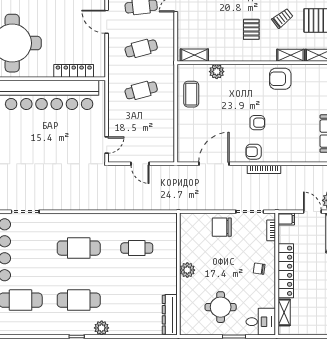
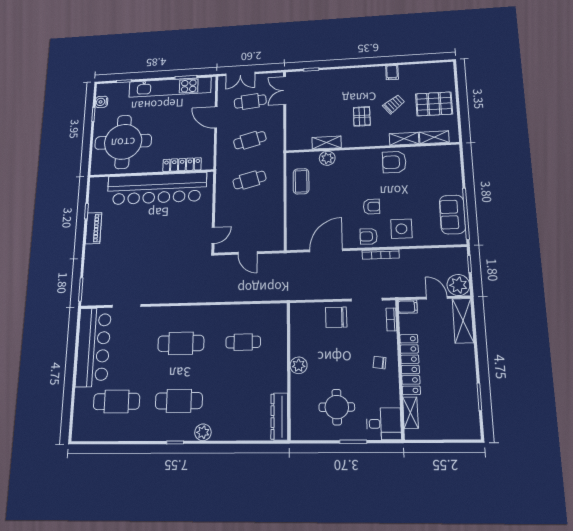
shelving: (194, 55) -> (327, 143), moved
side table: (284, 146) -> (401, 229), added

